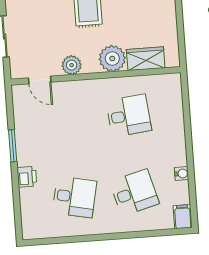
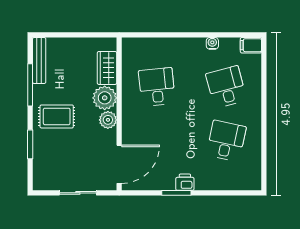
plant: (72, 65) -> (108, 120), moved
door: (40, 80) -> (119, 164), width x1.87
printer: (27, 177) -> (185, 182), moved

